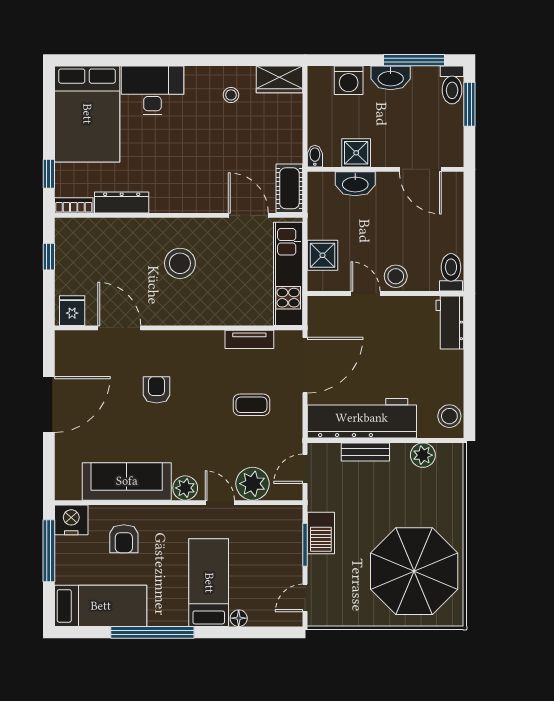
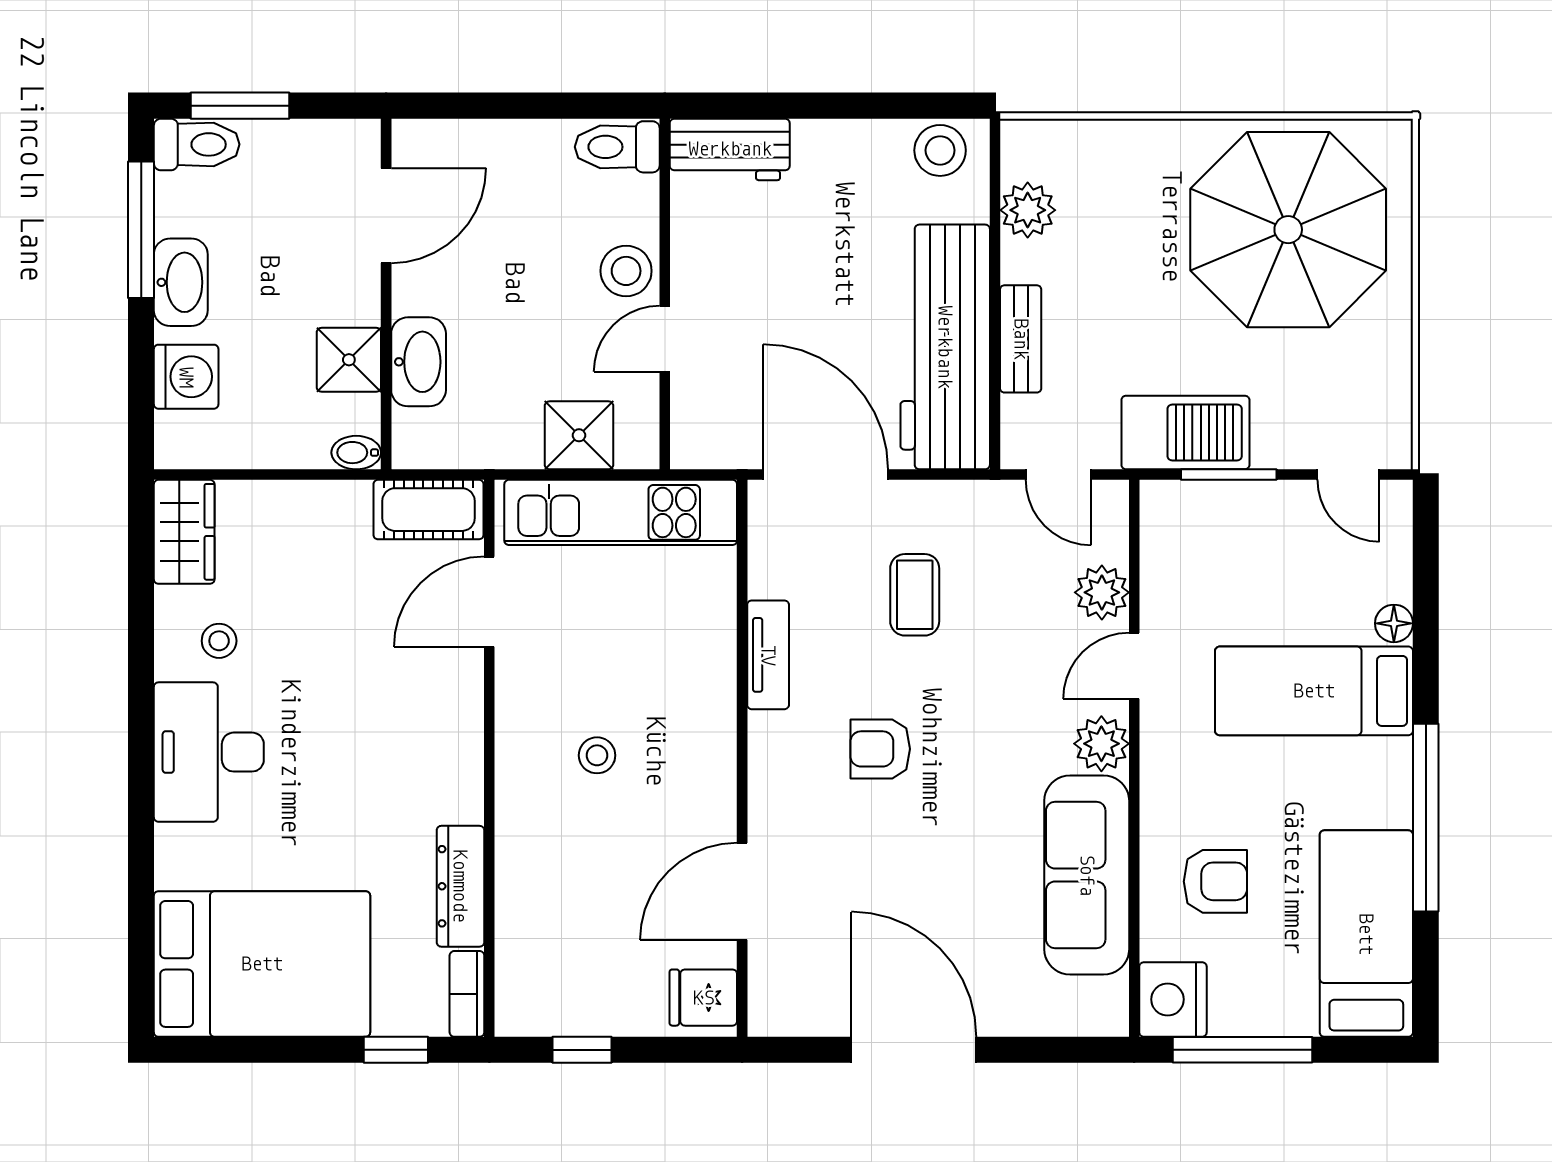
desk: (152, 90) -> (209, 752), moved
stool: (180, 263) -> (597, 755), width x0.53, depth x0.53
tv unit: (249, 339) -> (768, 655), moved
armchair: (157, 390) -> (880, 749), moved
plant: (252, 484) -> (1102, 592), width x0.73, depth x0.73
barbecue: (321, 533) -> (1185, 432), width x1.37, depth x1.21

